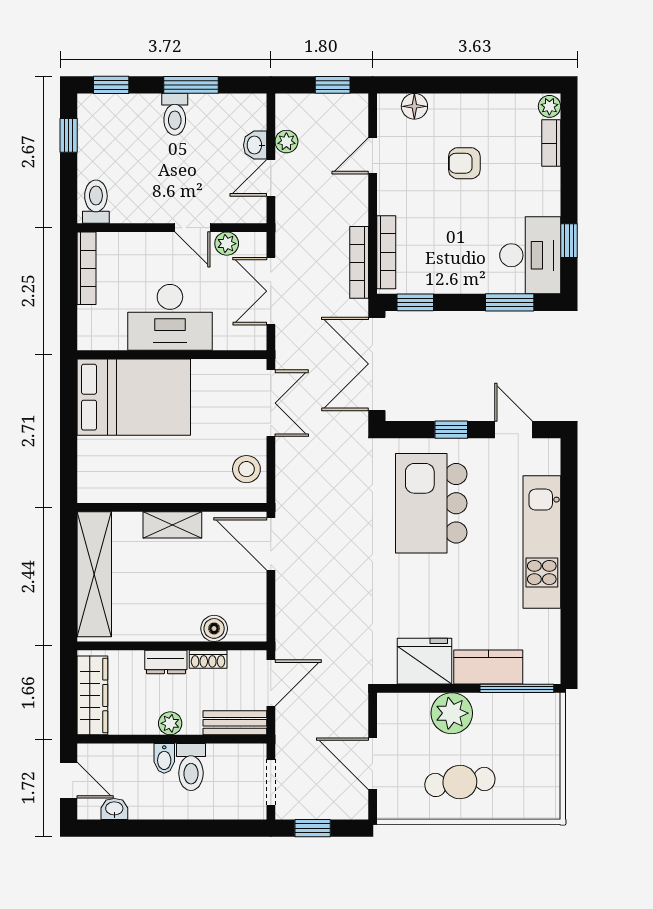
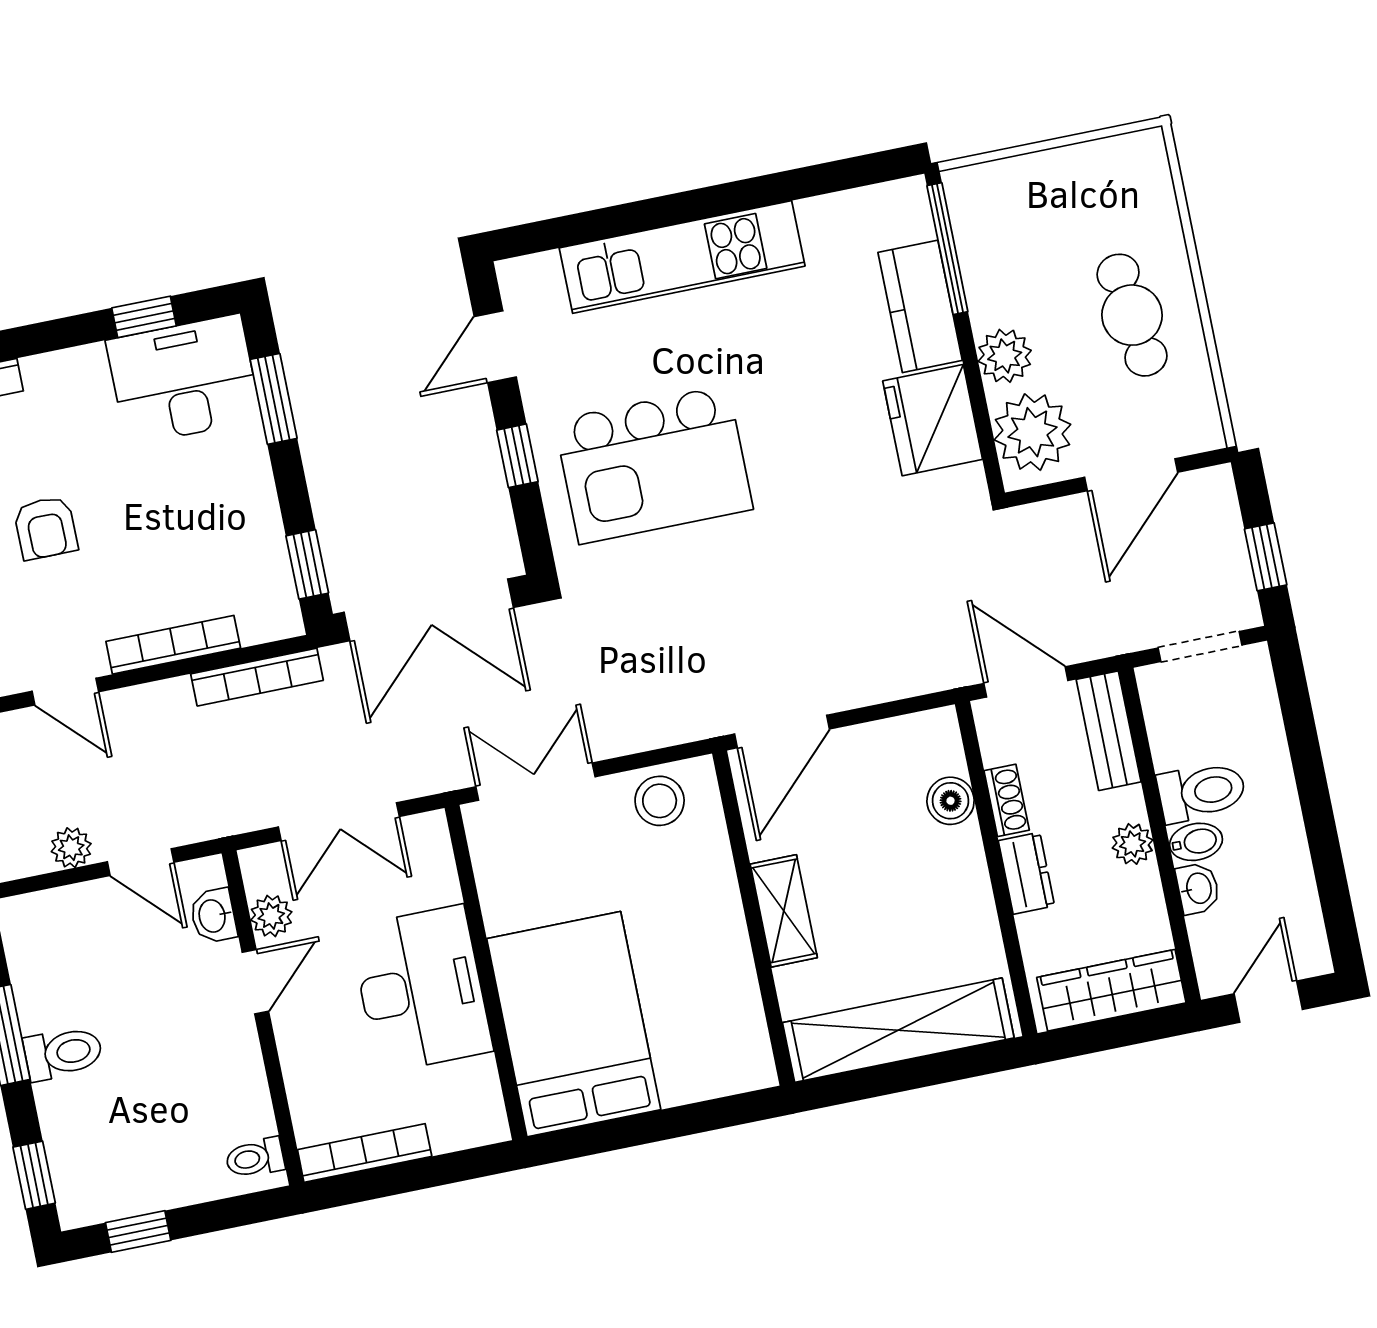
washbasin: (255, 145) -> (213, 916), moved, turned 90
toilet: (96, 202) -> (255, 1158), width x0.73, depth x0.72
bookcase: (386, 252) -> (173, 645), moved
plant: (452, 713) -> (1005, 356), width x0.73, depth x0.73
plant: (407, 714) -> (1032, 432), added
washbasin: (114, 809) -> (1198, 888), moved, turned 180

